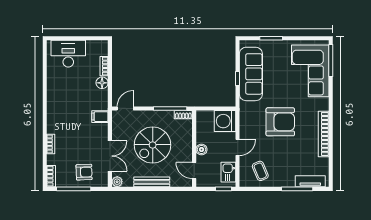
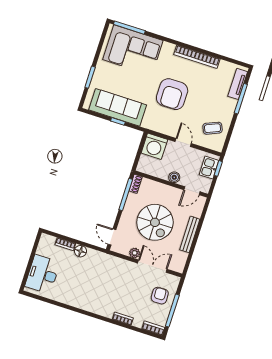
filing cabinet: (100, 117) -> (112, 263), removed
armchair: (280, 122) -> (172, 94), turned 180
kitchen sink: (228, 172) -> (209, 168), moved, turned 90
plant: (117, 182) -> (135, 253), moved

